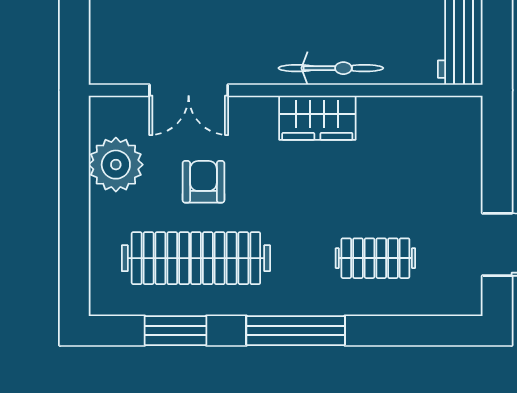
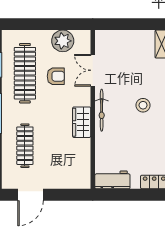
bicycle: (331, 68) -> (102, 110), moved
clothes rail: (375, 258) -> (25, 146), width x1.36

